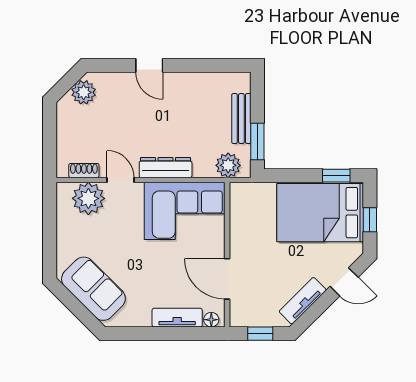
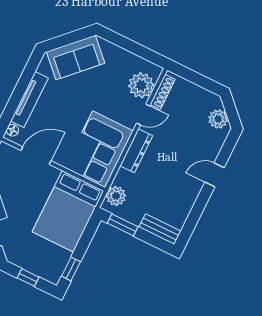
bench: (241, 119) -> (160, 229), moved
shoe rack: (84, 171) -> (163, 92), width x1.43
bed: (320, 213) -> (68, 211), moved, turned 180
tv unit: (177, 318) -> (29, 99), width x1.41

